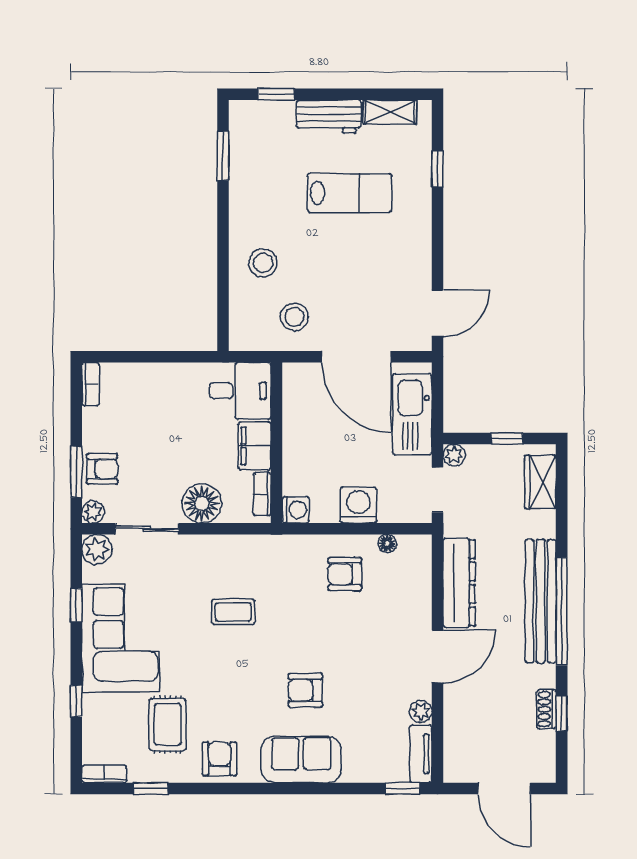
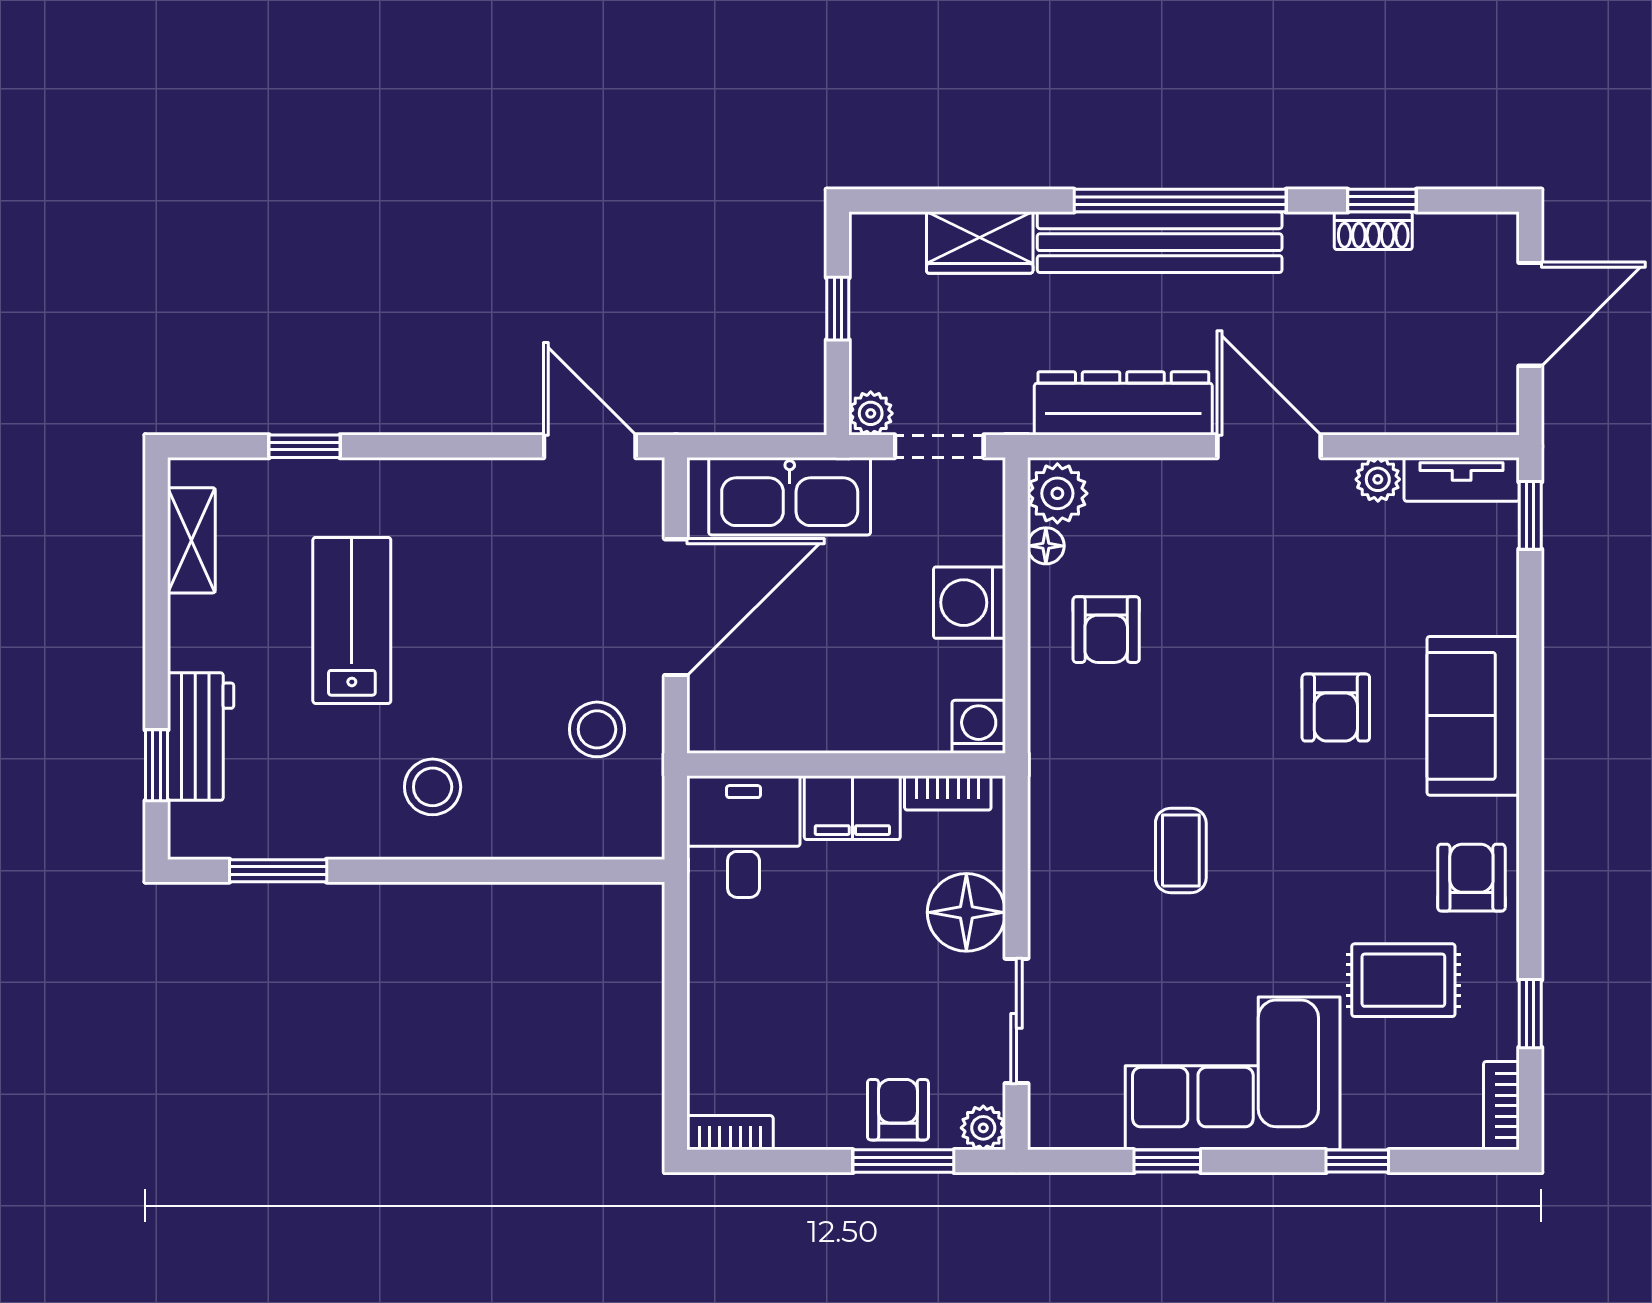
workbench: (329, 117) -> (201, 737), moved
stool: (263, 263) -> (433, 787), moved
wardrobe: (540, 482) -> (980, 243), moved
plant: (97, 550) -> (1057, 493), moved
armchair: (219, 759) -> (1471, 878), turned 90

